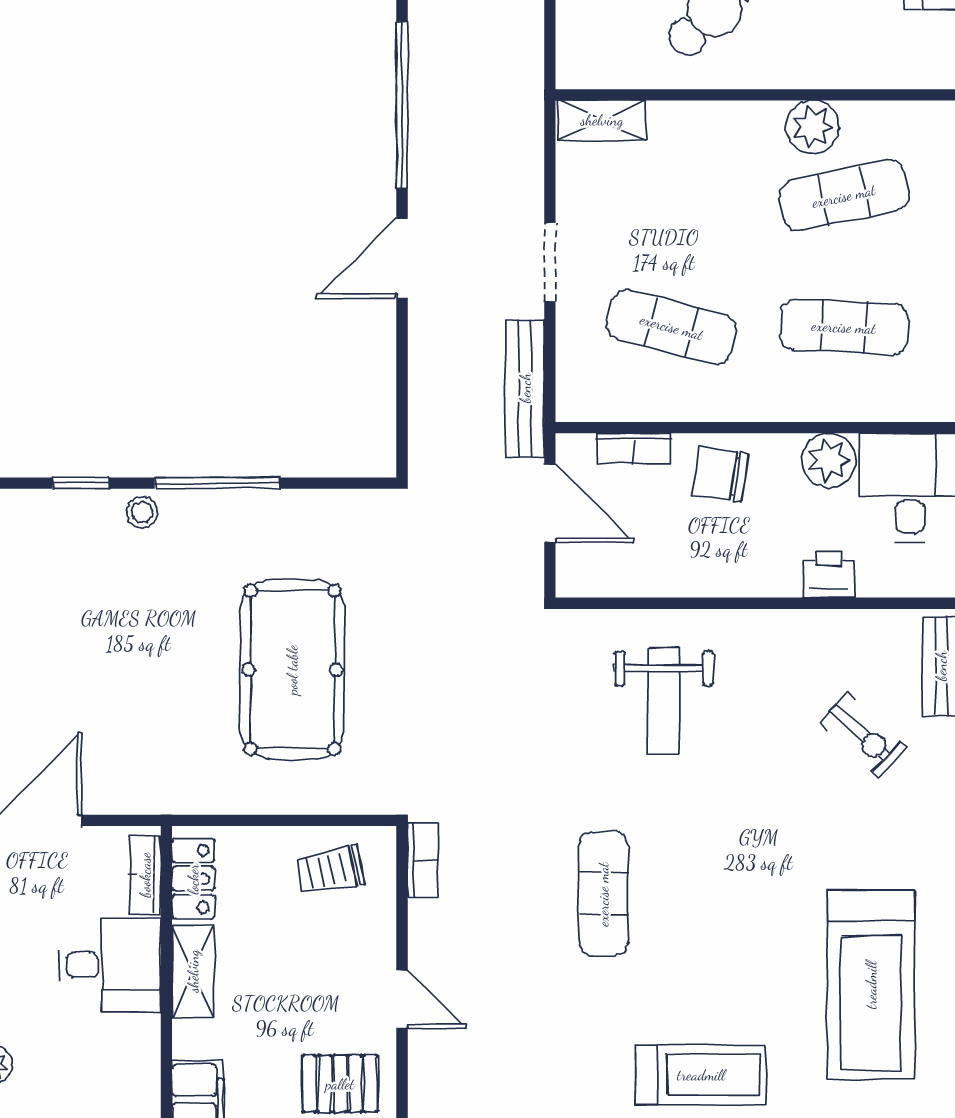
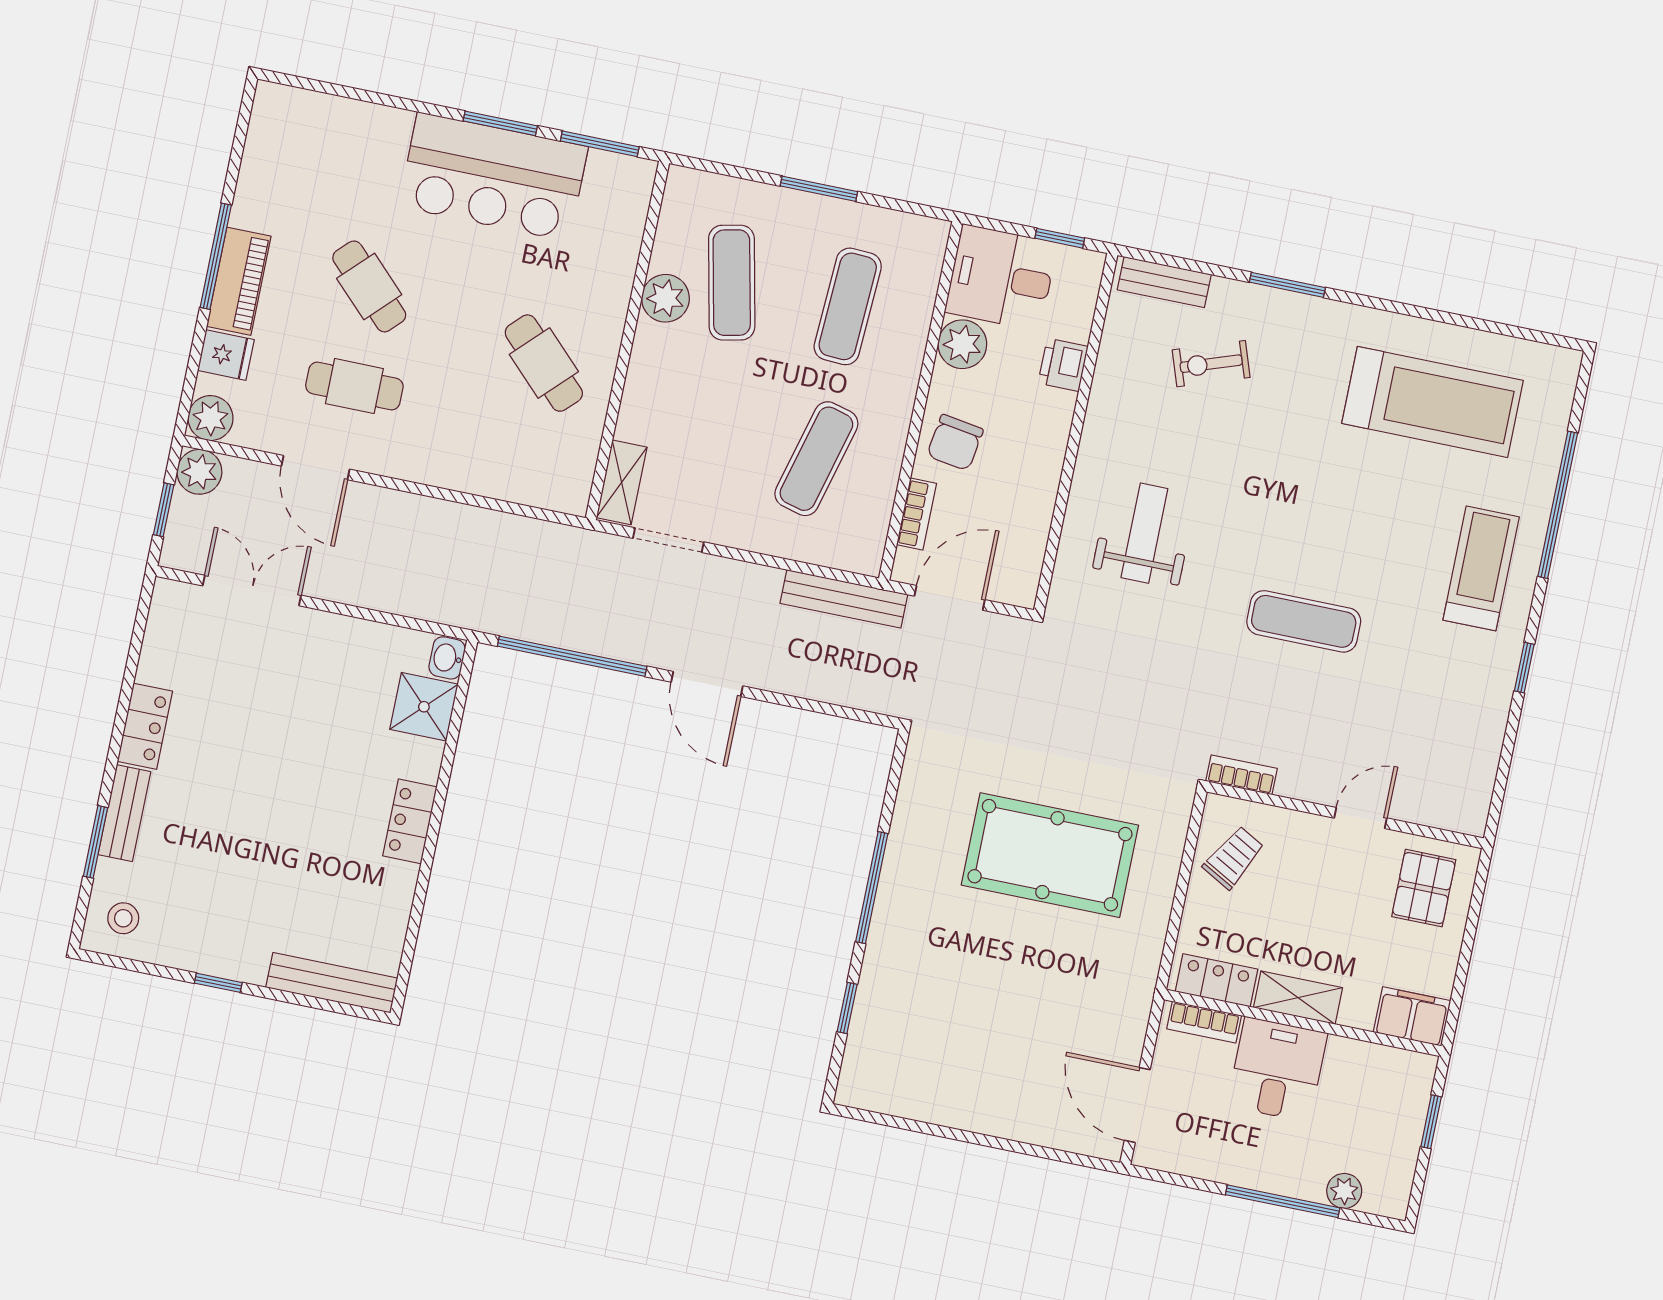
doorway: (550, 262) -> (668, 540), moved
stool: (142, 512) -> (884, 959), removed
weight bench: (664, 701) -> (1144, 533), turned -90
exercise bike: (863, 735) -> (1211, 364), turned -152
trolley: (331, 870) -> (1234, 858), turned -140

